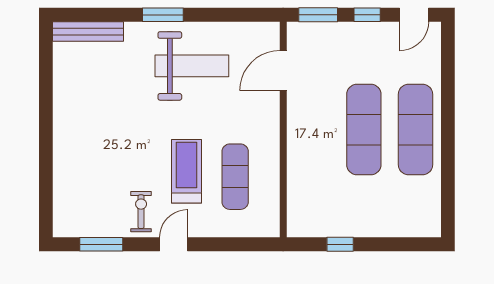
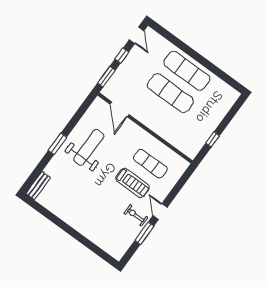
bench: (88, 32) -> (38, 186), width x0.73
treadmill: (187, 171) -> (133, 183), turned 180
window: (101, 244) -> (144, 233), moved

